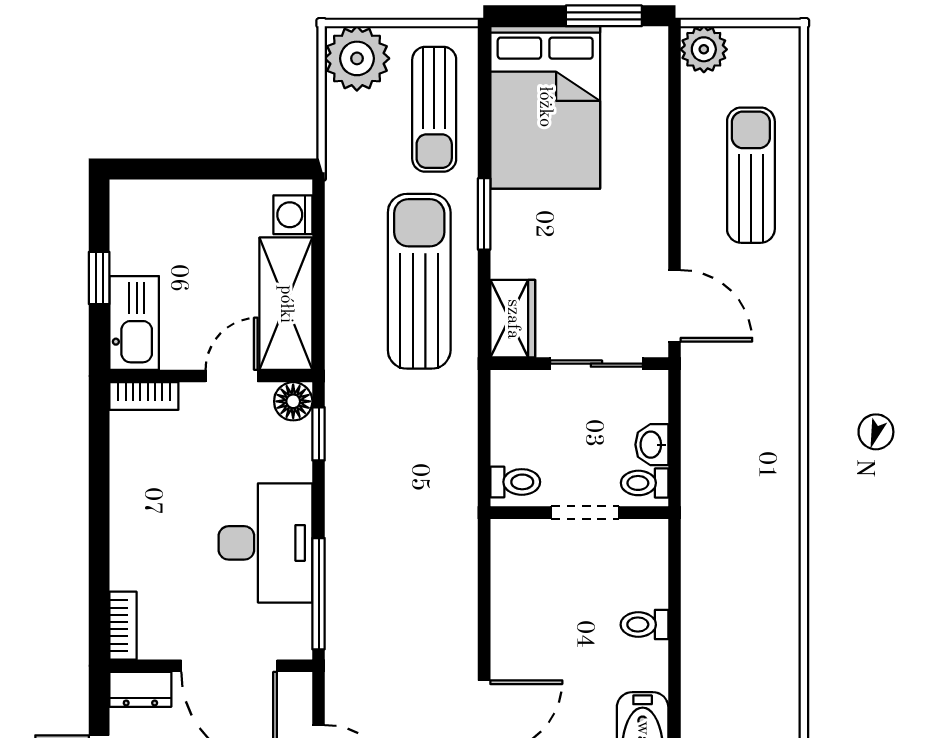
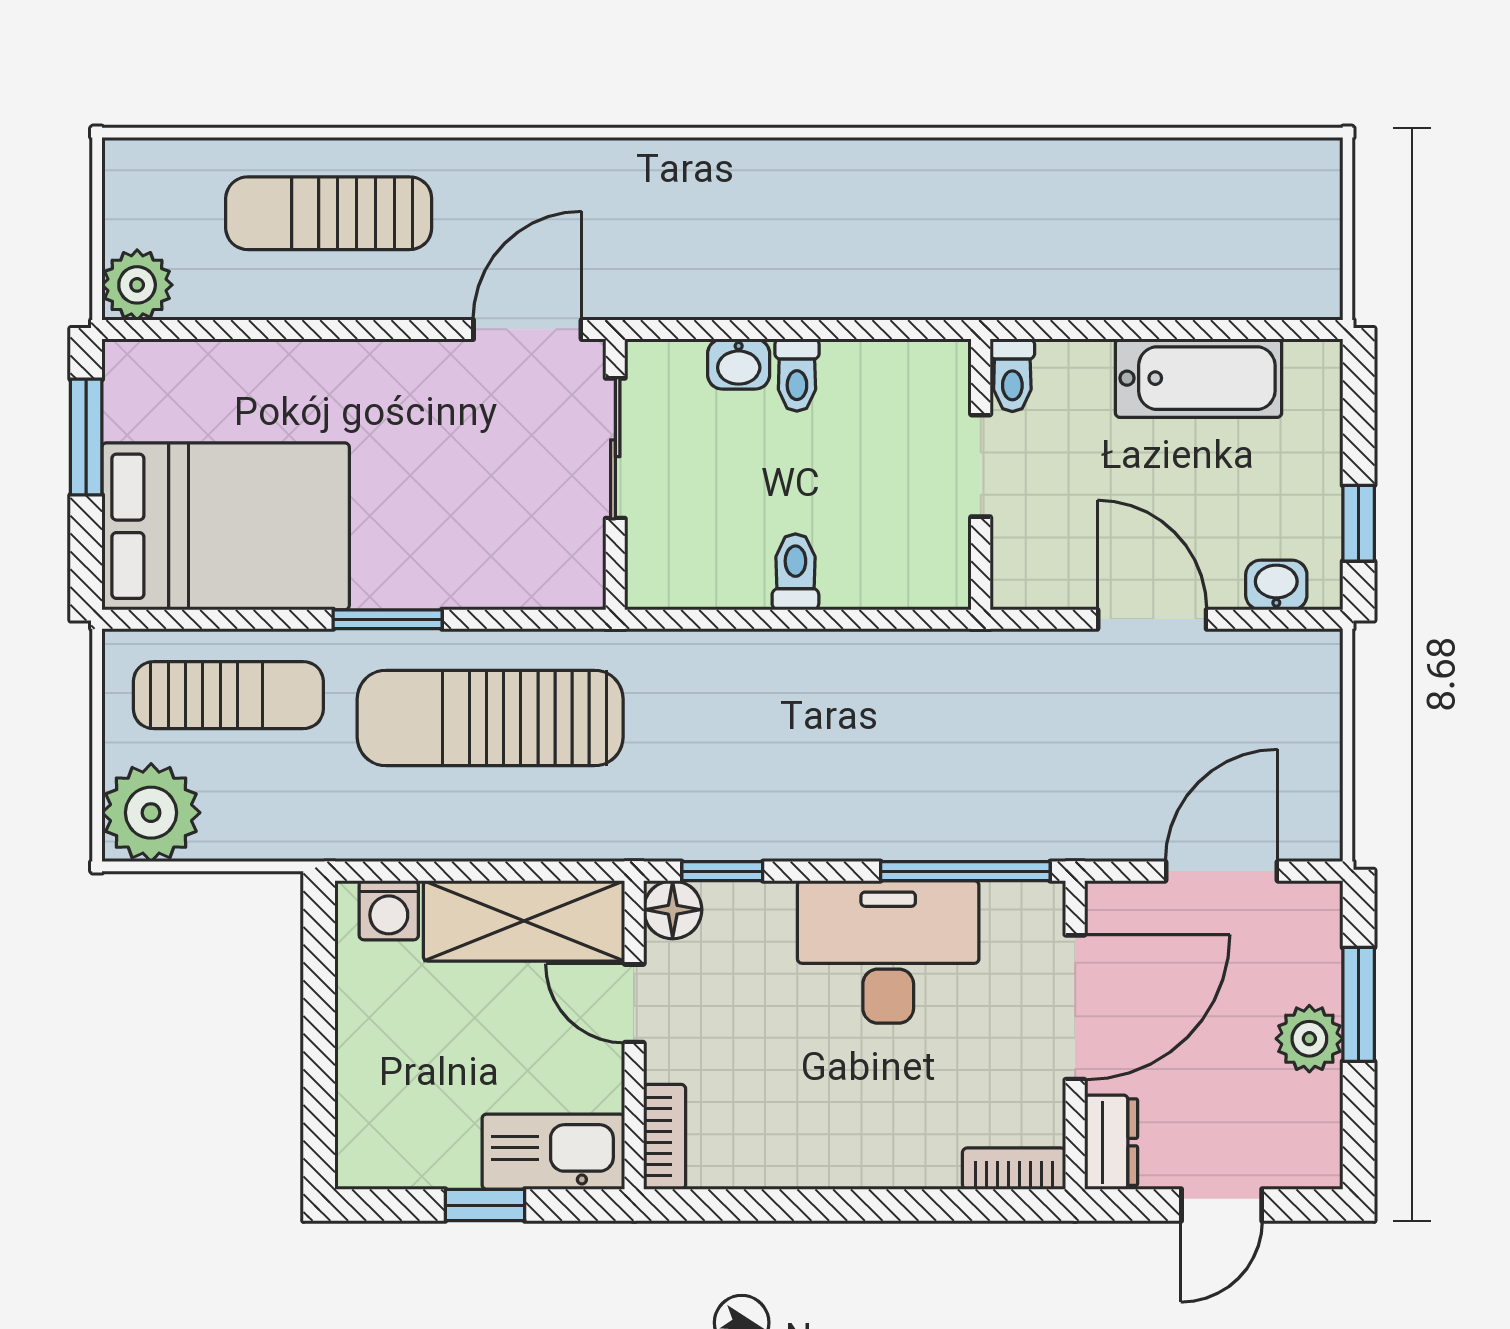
wardrobe: (513, 319) -> (547, 576), removed
wall: (579, 513) -> (981, 474), moved
doorway: (585, 513) -> (981, 466), moved

